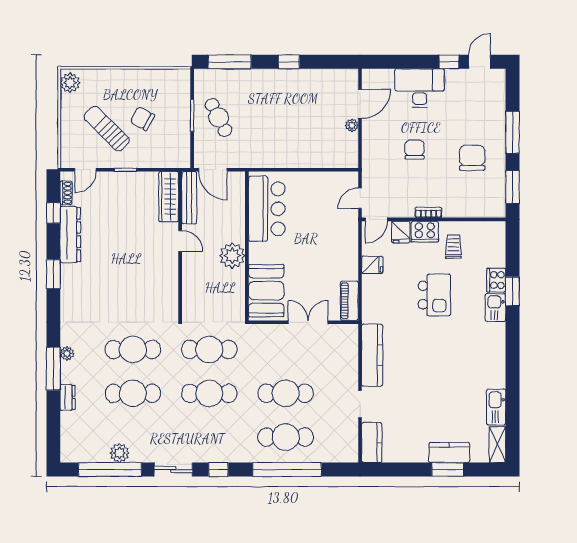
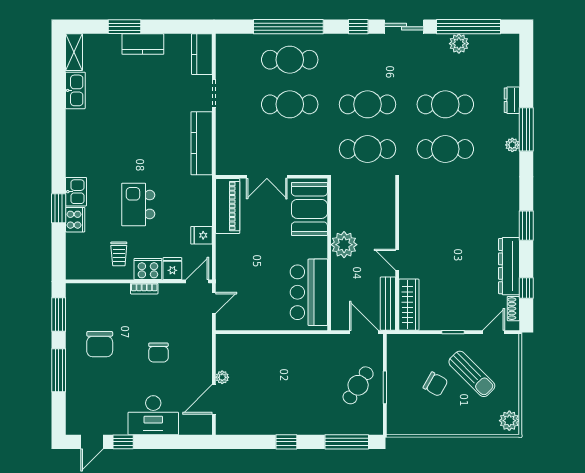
cafe table: (218, 117) -> (358, 385), turned 61
piano: (349, 301) -> (228, 206), width x1.37, depth x1.33
kitchen counter: (449, 452) -> (143, 44), moved

